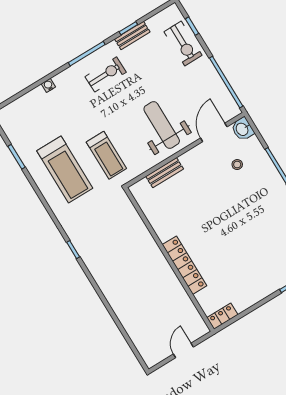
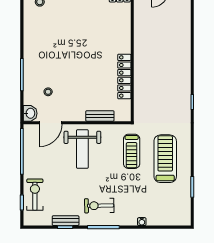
treadmill: (106, 155) -> (132, 151), turned 180
locker: (184, 265) -> (124, 76), moved

